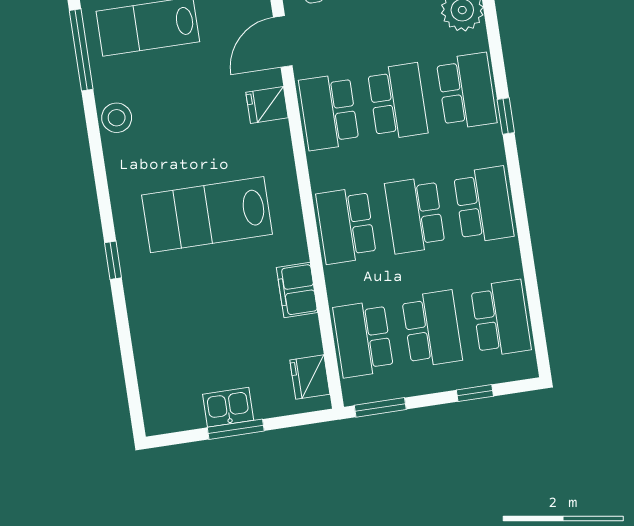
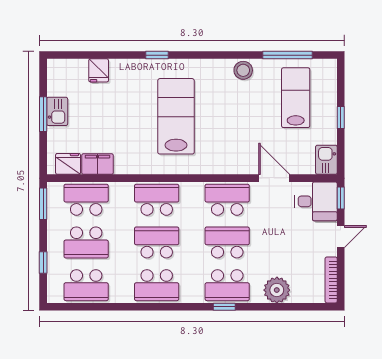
school desk: (398, 102) -> (227, 242), turned 180
fridge: (267, 105) -> (99, 70), moved, turned 180
window: (506, 116) -> (224, 307), moved
filing cabinet: (297, 290) -> (97, 164), moved

